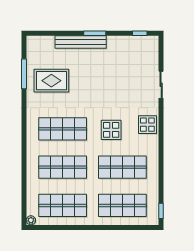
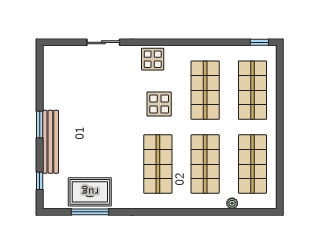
window: (140, 33) -> (40, 181), moved
rug: (51, 81) -> (90, 192), moved, turned 90
plant: (31, 220) -> (232, 203), moved

